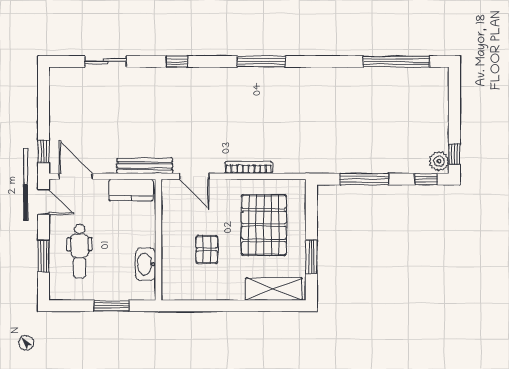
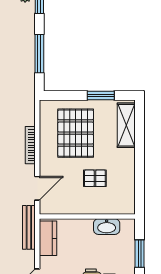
pallet: (264, 225) -> (76, 133), turned 90

